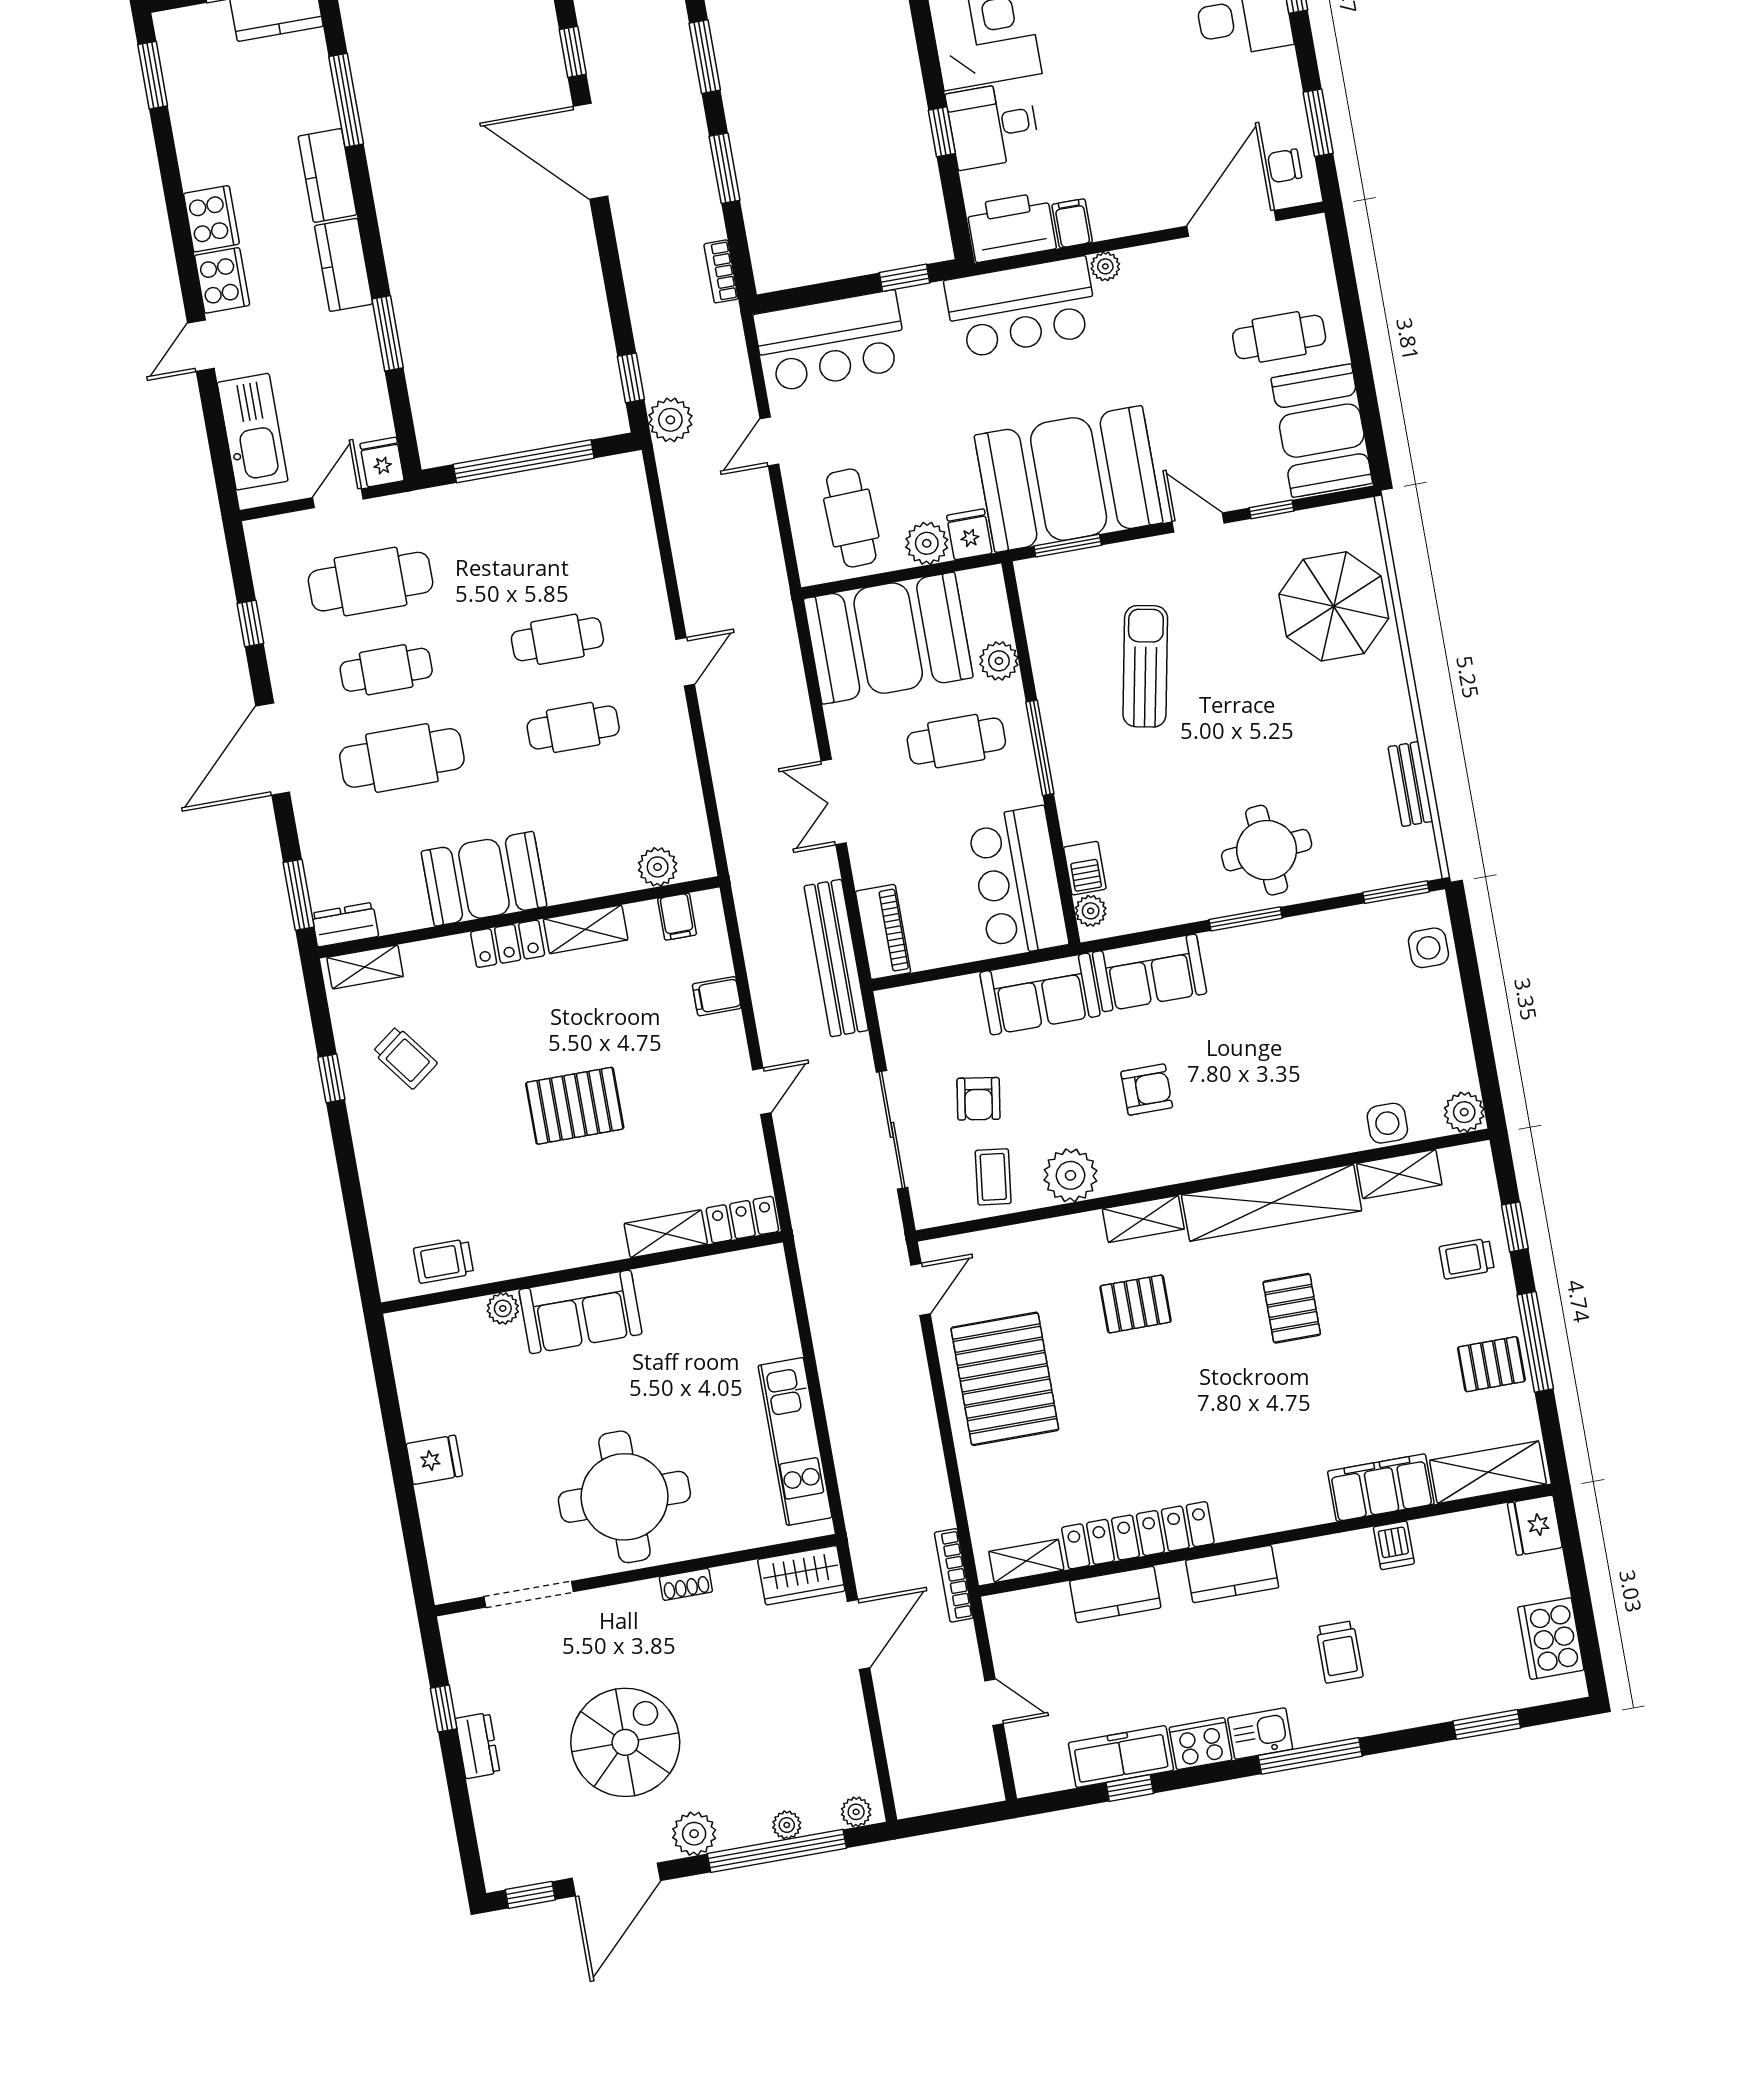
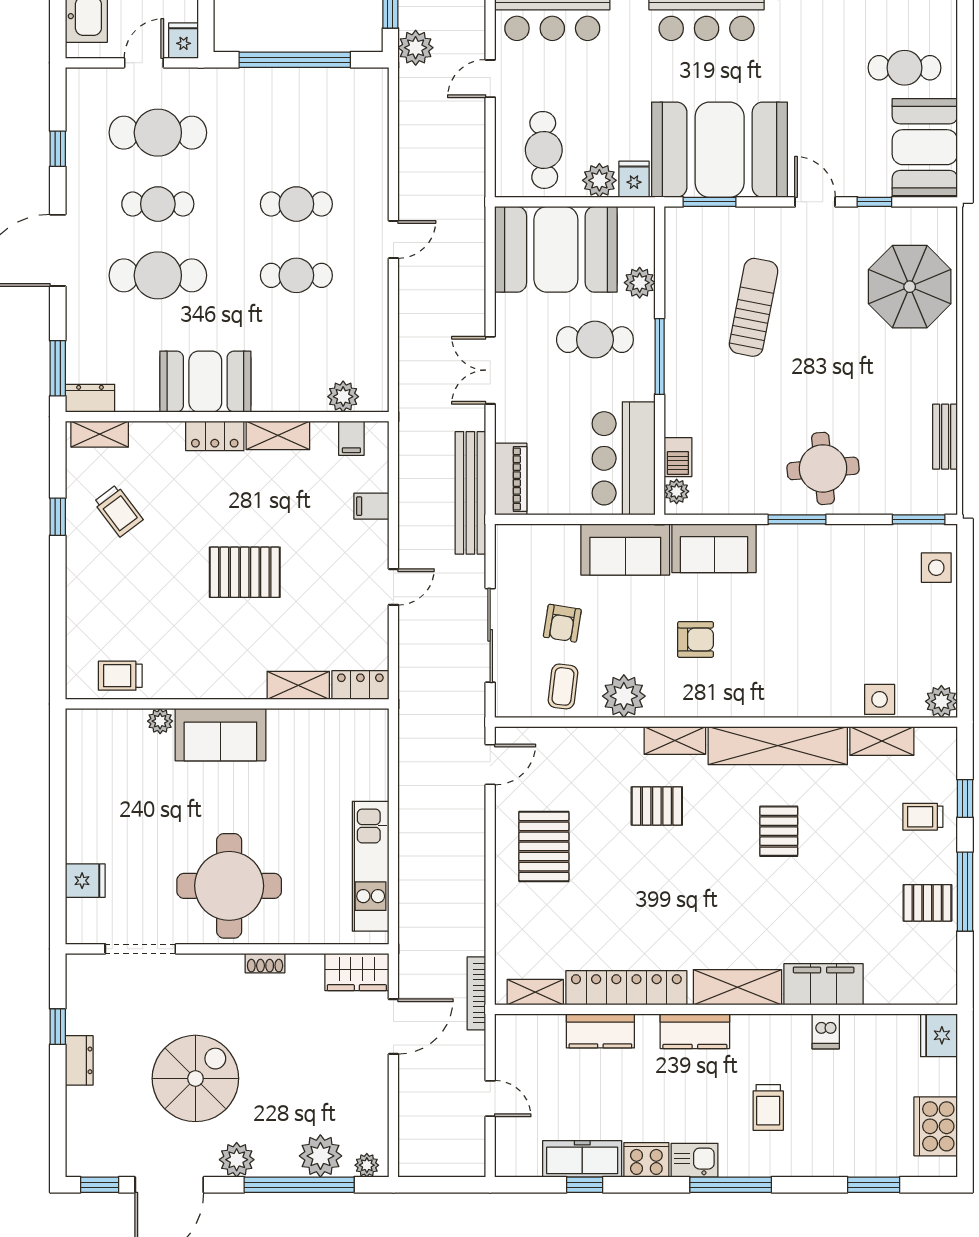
pallet: (1005, 1379) -> (544, 846), width x0.73, depth x0.71
fridge: (434, 1460) -> (85, 881), moved
shelving: (1488, 1472) -> (737, 987), moved
plant: (787, 1825) -> (320, 1156), width x1.88, depth x1.88

